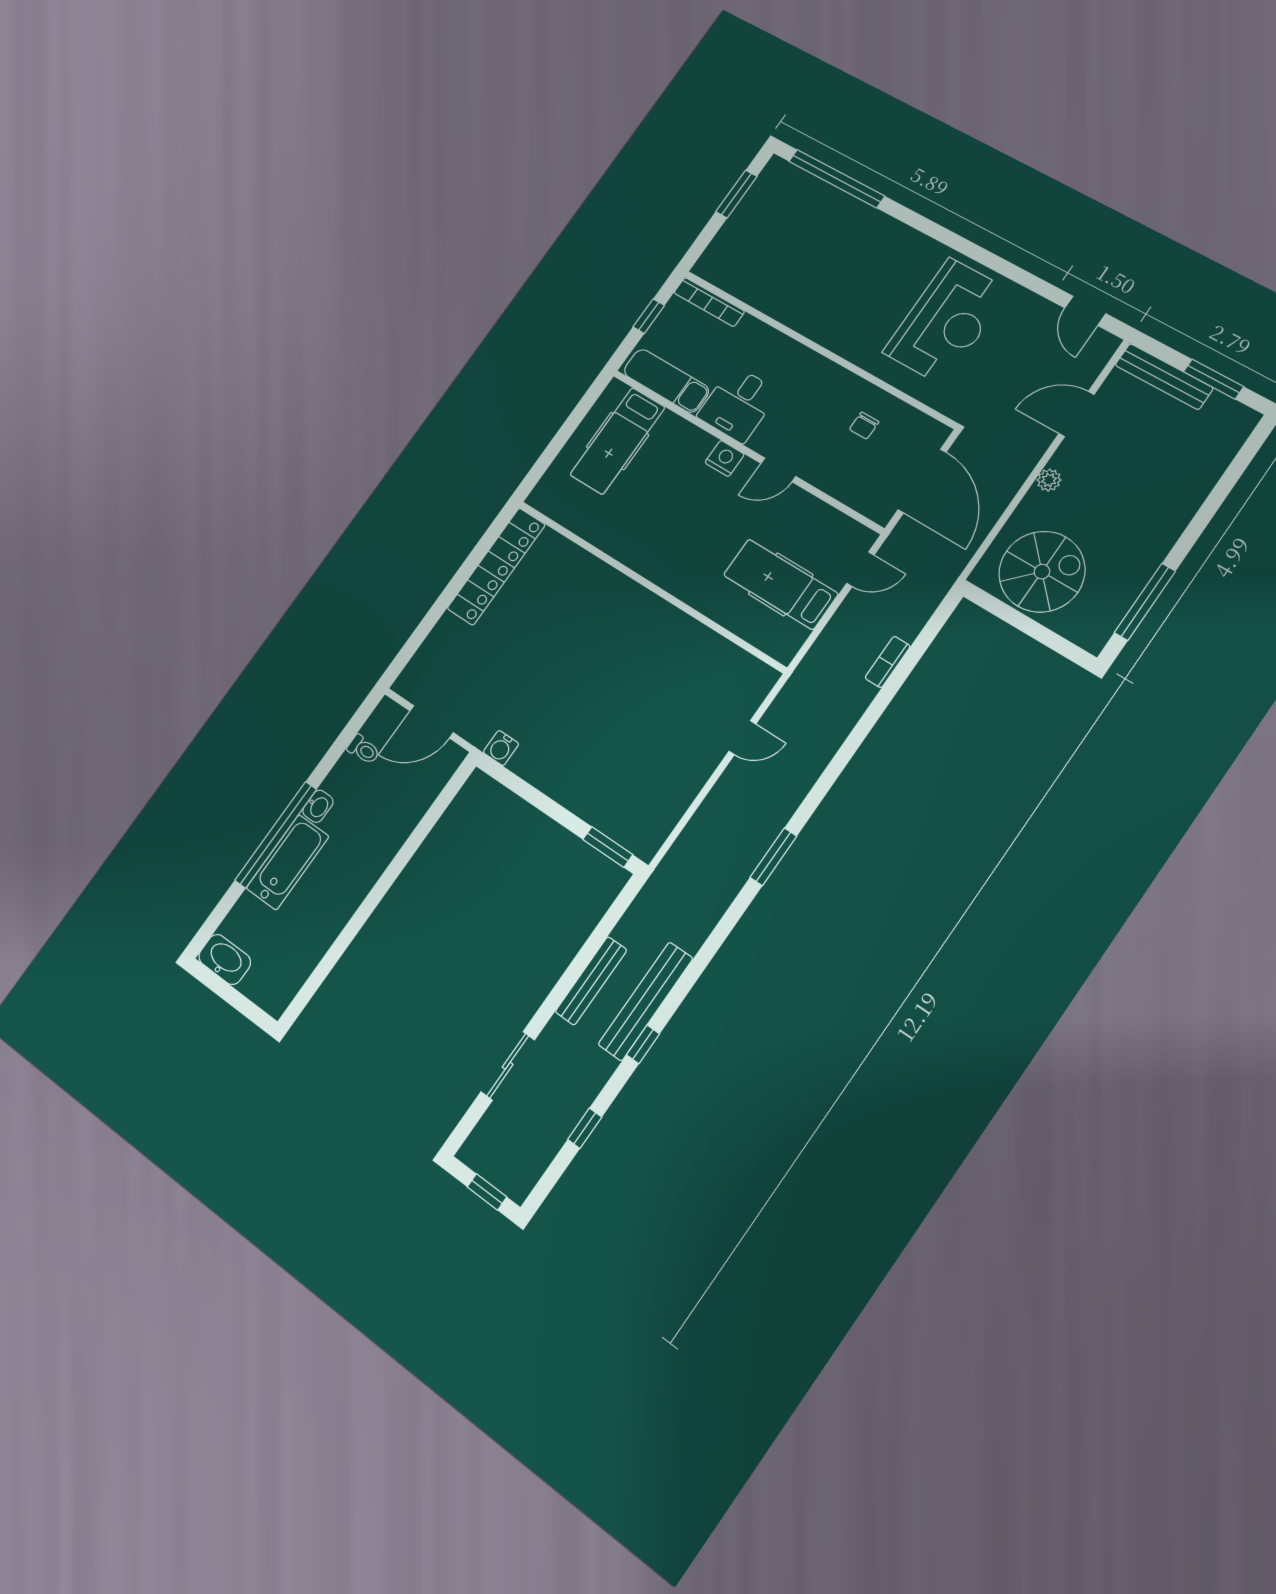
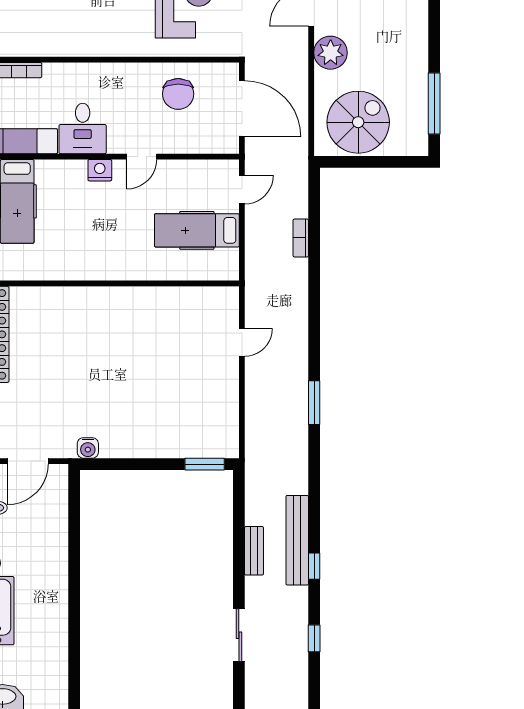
chair: (864, 426) -> (178, 94), width x1.87, depth x1.87
plant: (1049, 480) -> (331, 53), width x1.87, depth x1.87
bench: (591, 981) -> (254, 551), width x0.73

